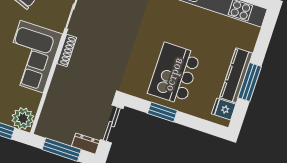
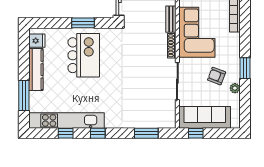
bench: (57, 82) -> (171, 19), added
window: (250, 82) -> (24, 96), moved

